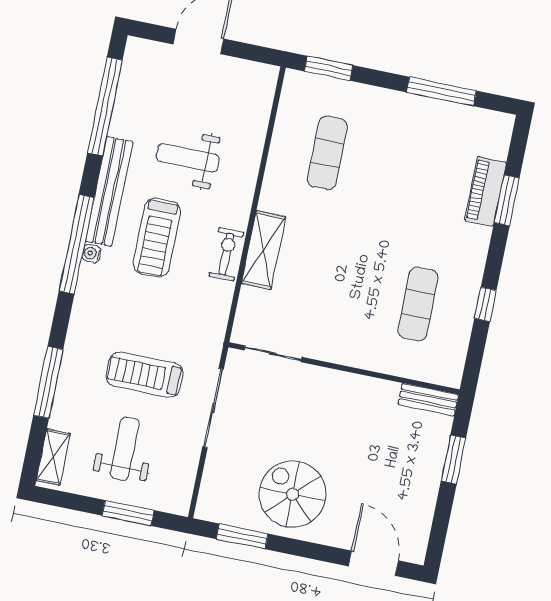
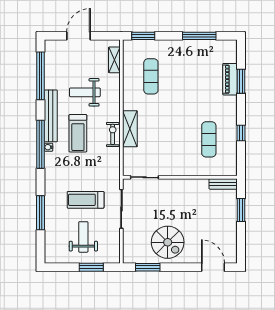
shelving: (53, 457) -> (114, 60), moved
spiral stairs: (293, 494) -> (168, 242), turned 180

